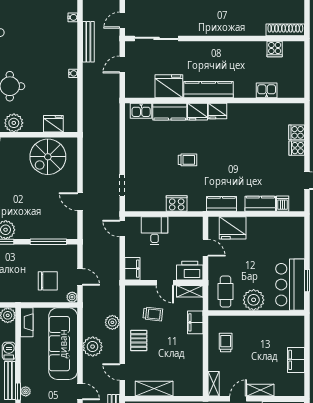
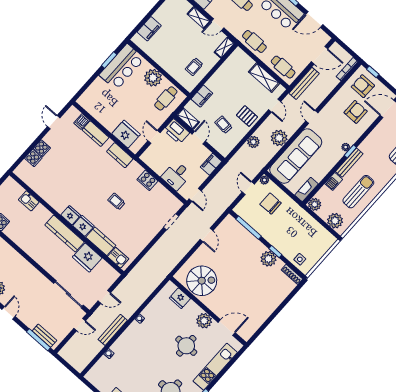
pallet: (139, 340) -> (247, 116), turned 90
filing cabinet: (296, 360) -> (149, 29), moved

